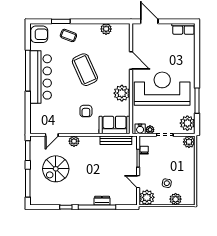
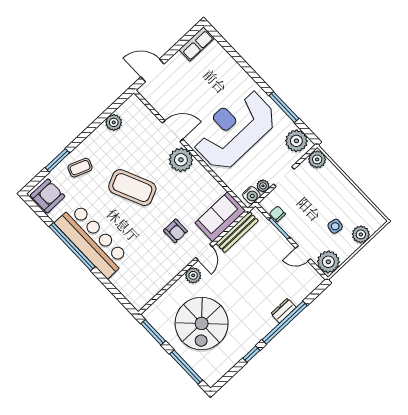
plant: (122, 93) -> (181, 160), moved
door: (52, 135) -> (204, 252), moved
spiral stairs: (56, 169) -> (202, 323), width x1.37, depth x1.37

